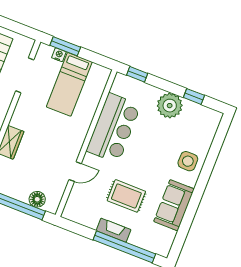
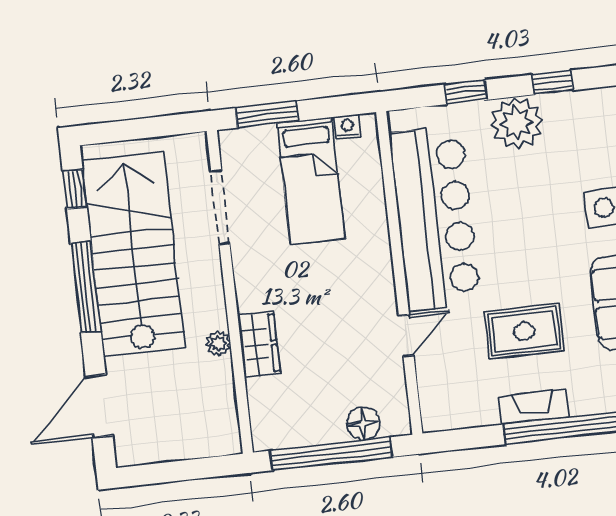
nightstand: (59, 55) -> (348, 127), moved
window: (137, 74) -> (466, 92), moved
bar counter: (114, 128) -> (435, 218), width x1.36

